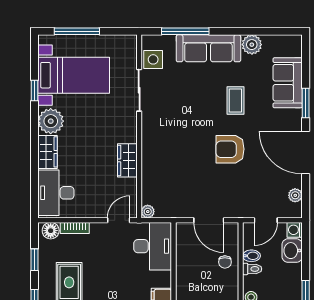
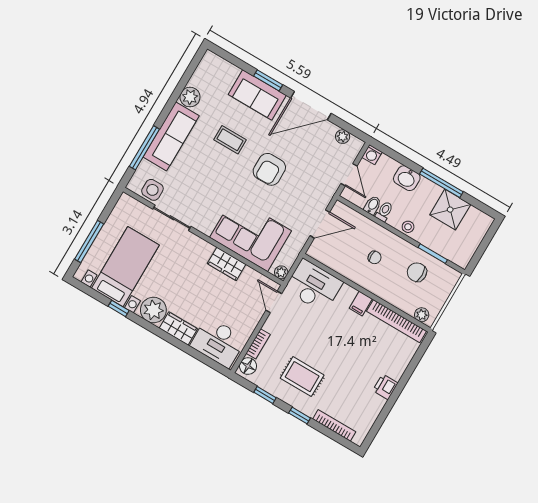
sofa: (288, 83) -> (257, 95), moved
corner sofa: (165, 166) -> (251, 234), added
washbasin: (292, 251) -> (407, 178), moved
chair: (225, 262) -> (375, 257), moved

